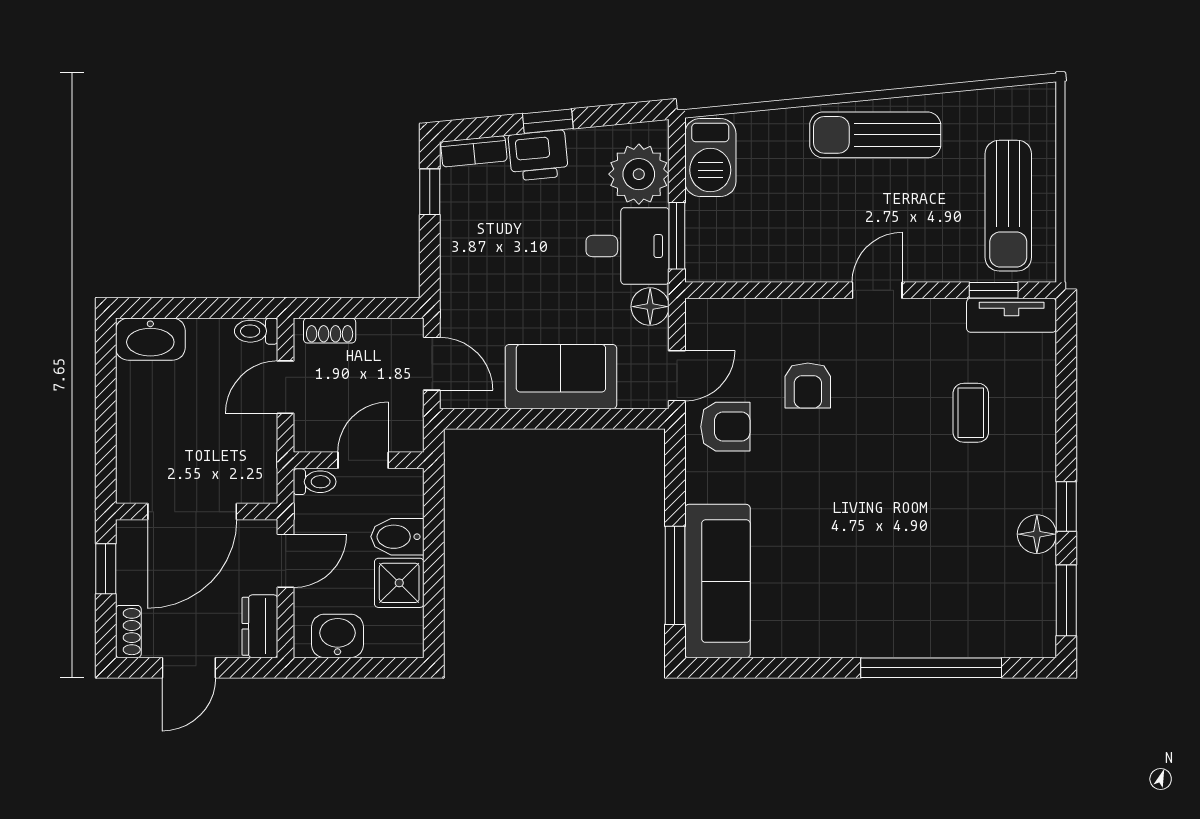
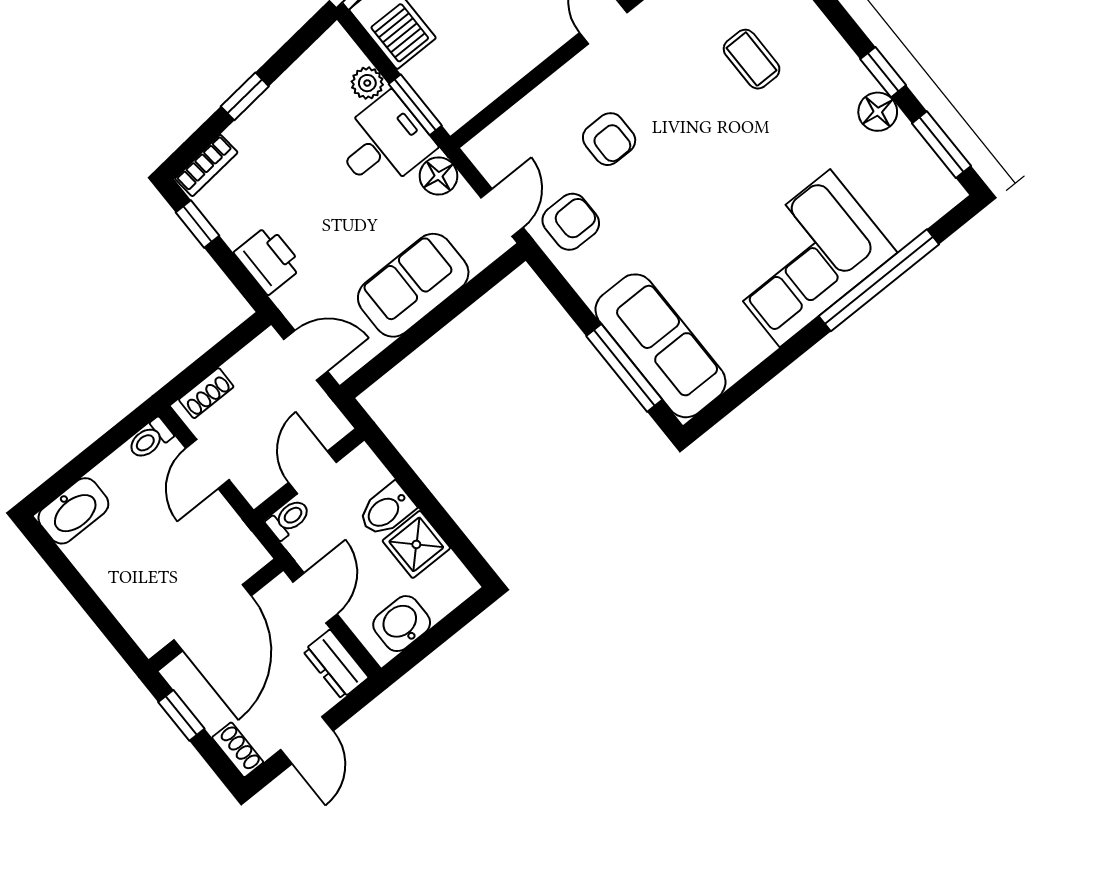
printer: (538, 156) -> (268, 260), moved, turned -84
plant: (639, 174) -> (367, 83), width x0.53, depth x0.53
corner sofa: (887, 603) -> (805, 258), added

